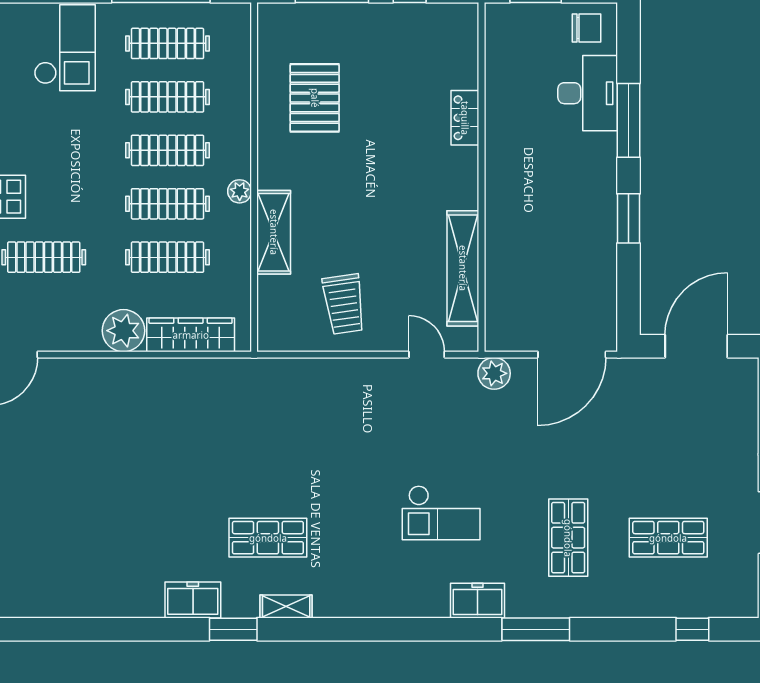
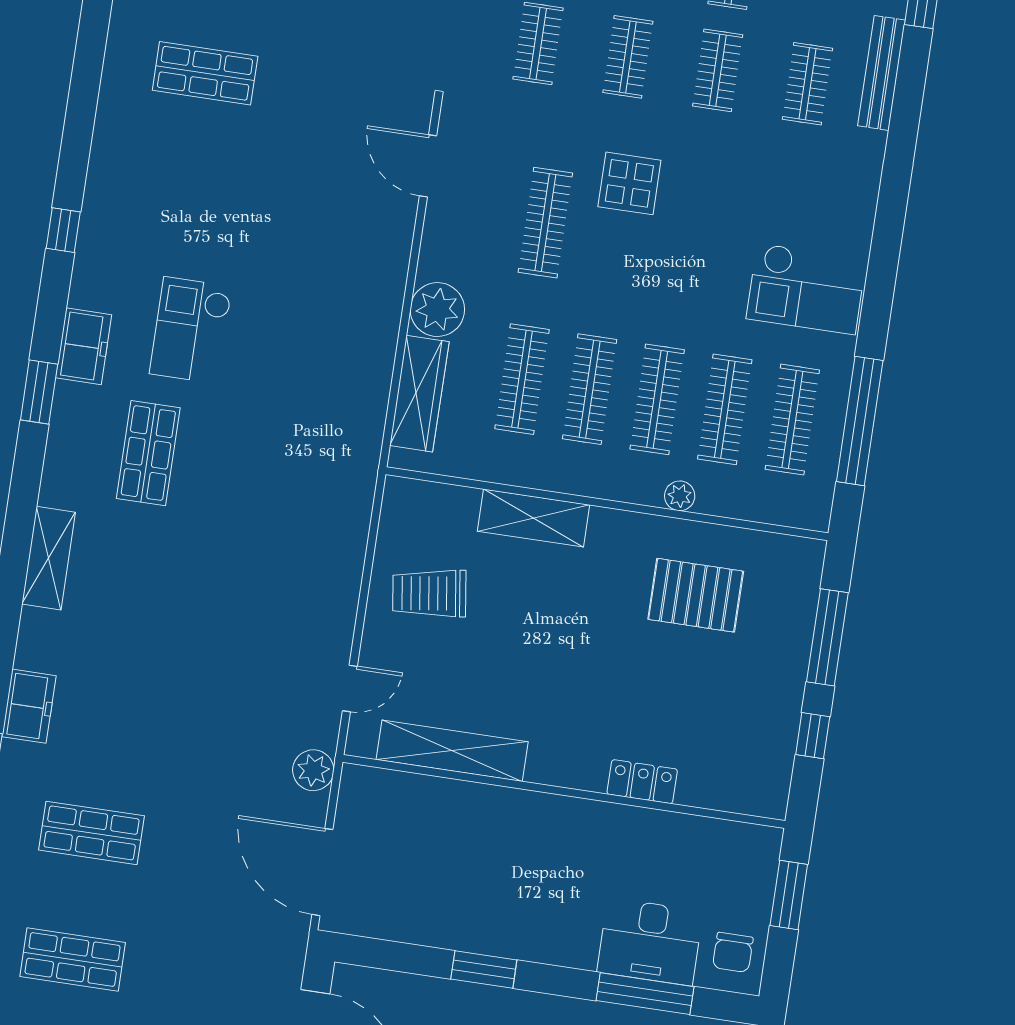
window: (628, 120) -> (645, 994), moved
plant: (240, 191) -> (680, 496), moved
checkout: (441, 513) -> (191, 330), moved
shop shelf: (668, 538) -> (73, 960), turned 90
shelving: (286, 606) -> (49, 558), moved, width x1.50, depth x1.33
window: (105, 629) -> (63, 230), added

